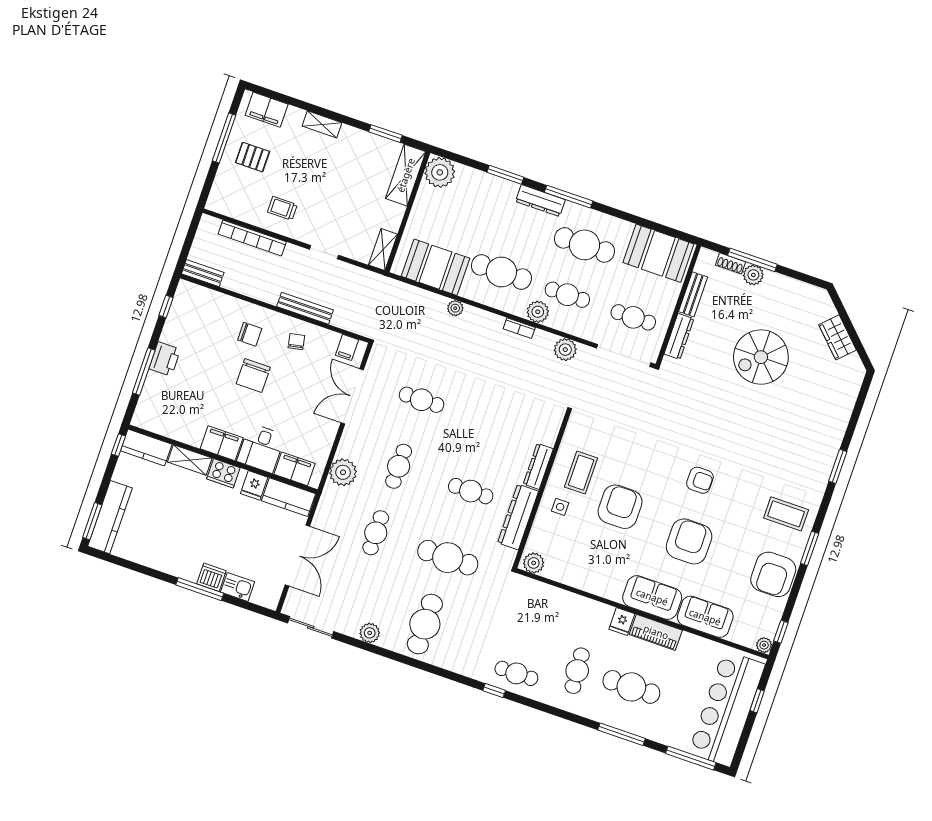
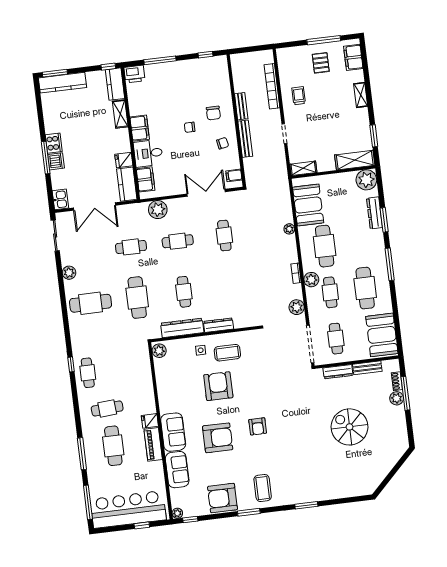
dresser: (540, 201) -> (375, 213), moved
bench: (203, 273) -> (241, 106), moved
wardrobe: (837, 337) -> (384, 467), removed
printer: (165, 359) -> (134, 74), moved
chair: (253, 376) -> (190, 127), width x0.54, depth x0.54
cooker: (223, 473) -> (54, 143), moved, turned 180
armchair: (620, 507) -> (218, 386), turned -90
kitchen sink: (238, 587) -> (60, 199), moved

